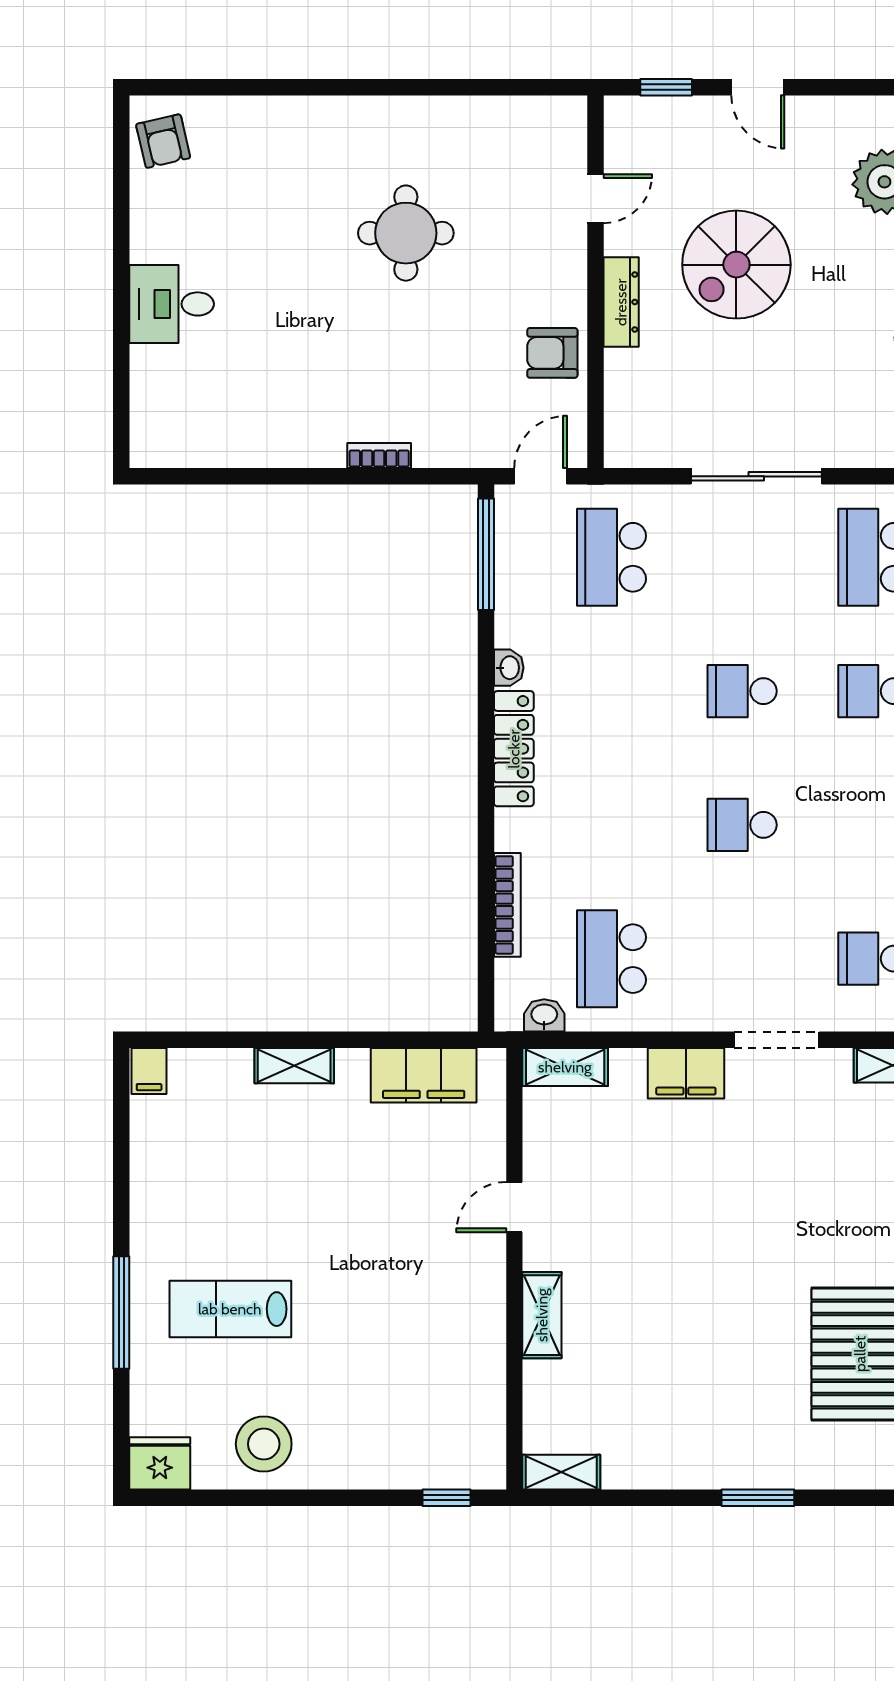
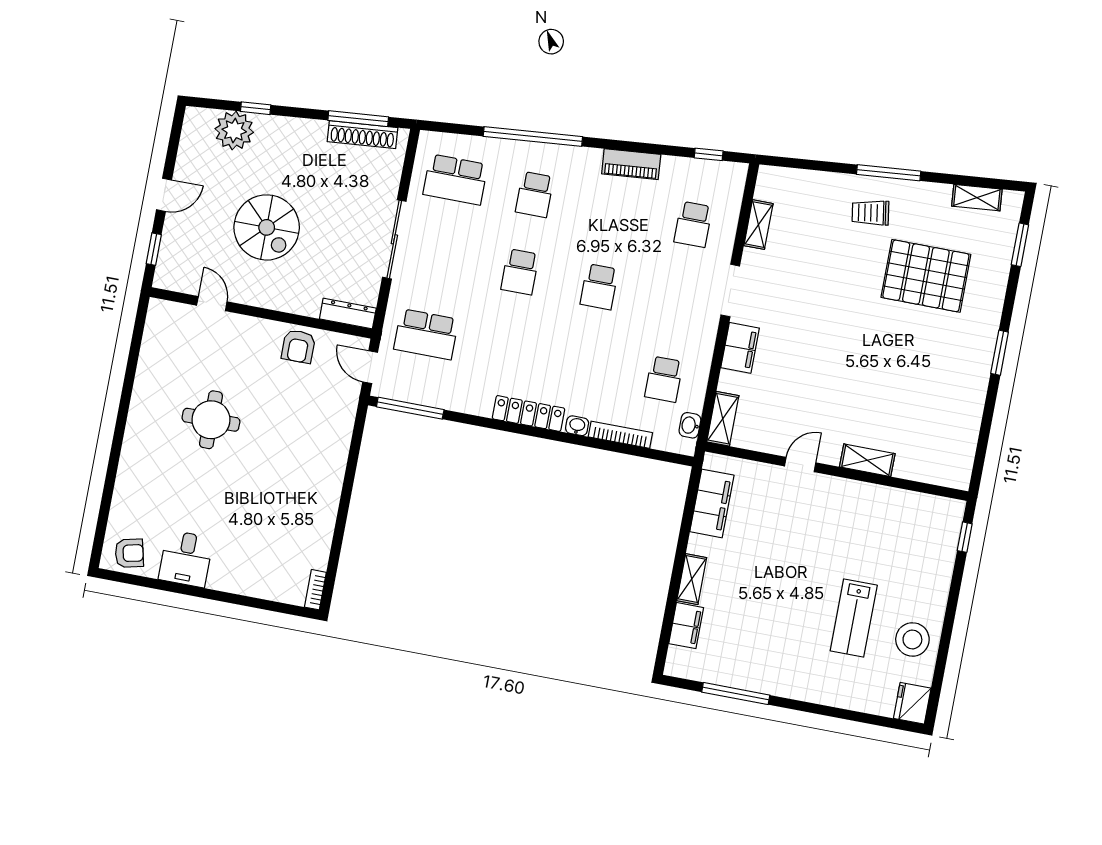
dresser: (621, 302) -> (348, 314), moved
desk: (172, 304) -> (186, 559), moved
bookcase: (379, 455) -> (315, 590), moved
washbasin: (509, 668) -> (577, 426), moved
school desk: (611, 959) -> (664, 379), width x0.54
filing cabinet: (149, 1071) -> (686, 626), moved, width x2.00
door: (514, 1207) -> (800, 464), swing flipped
lab bench: (230, 1309) -> (854, 618), moved
window: (121, 1313) -> (736, 694), moved
shelving: (561, 1472) -> (962, 466), removed

